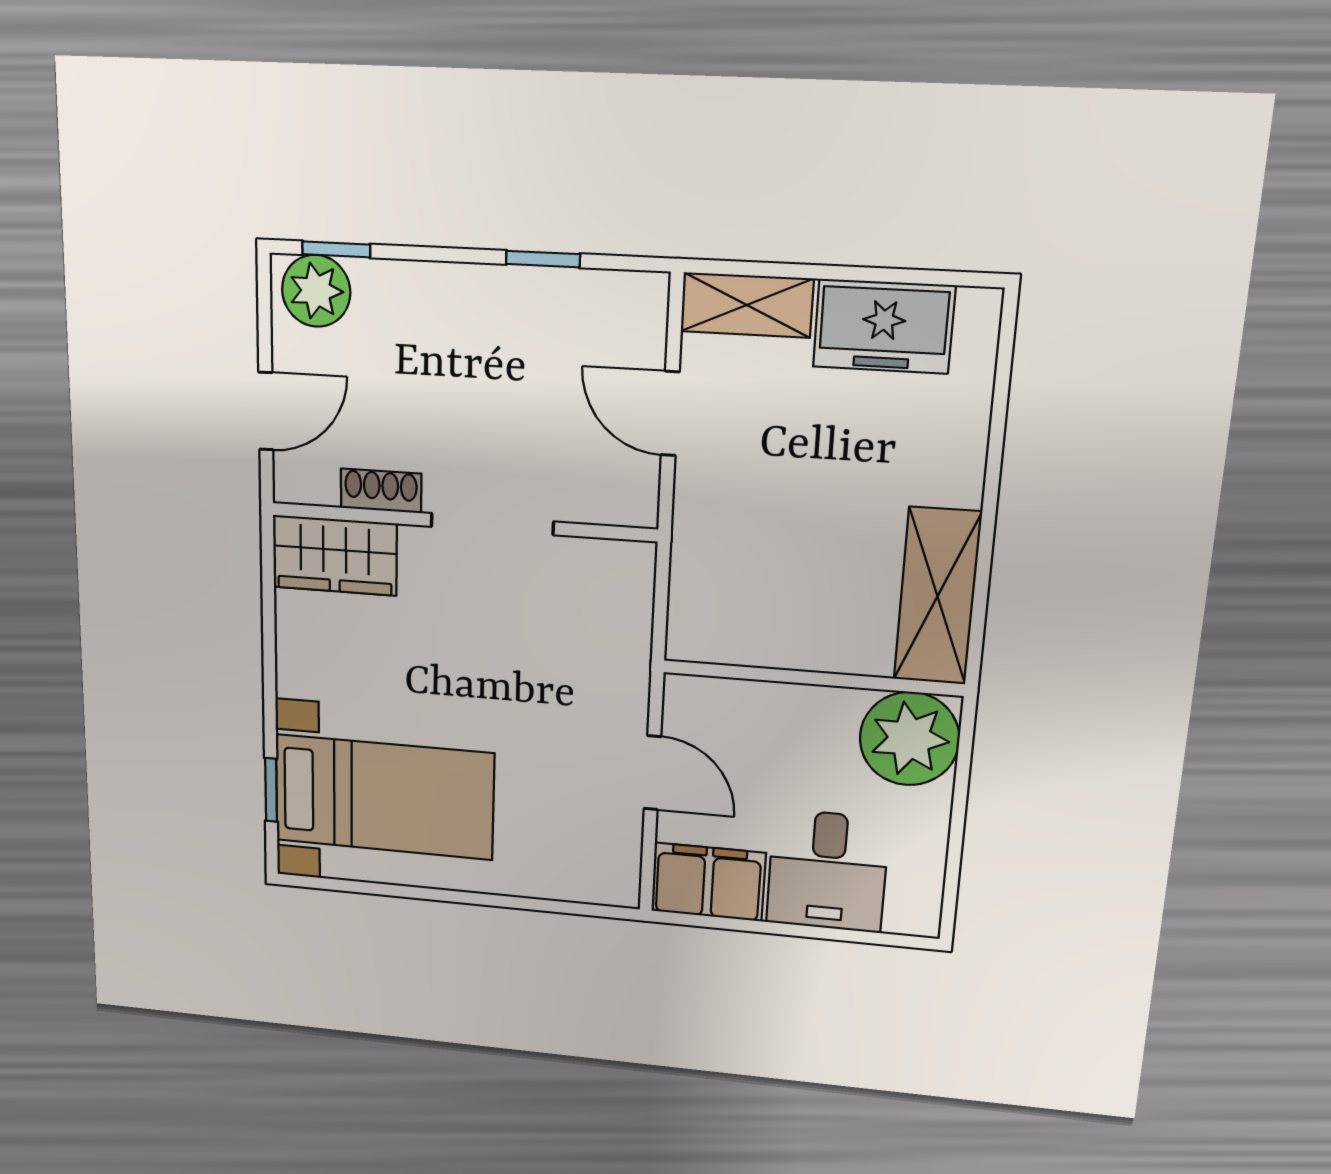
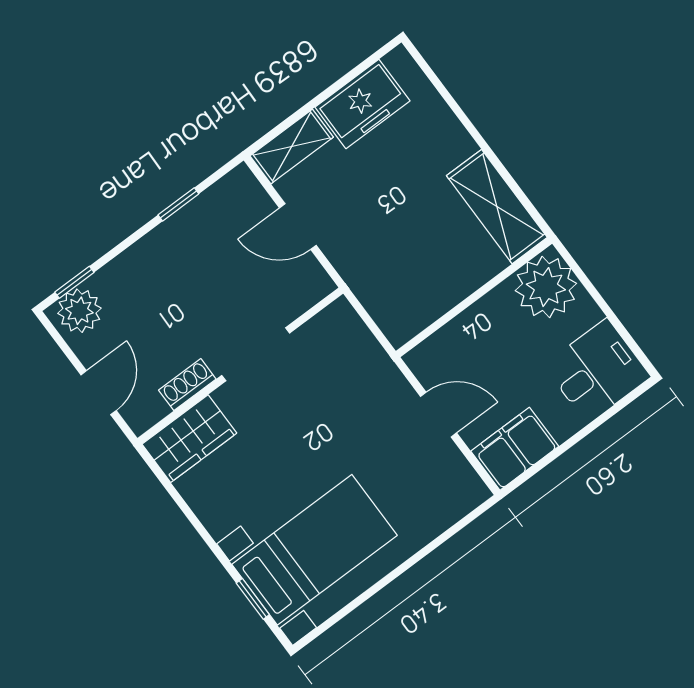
desk: (827, 871) -> (597, 371), moved, turned -90

